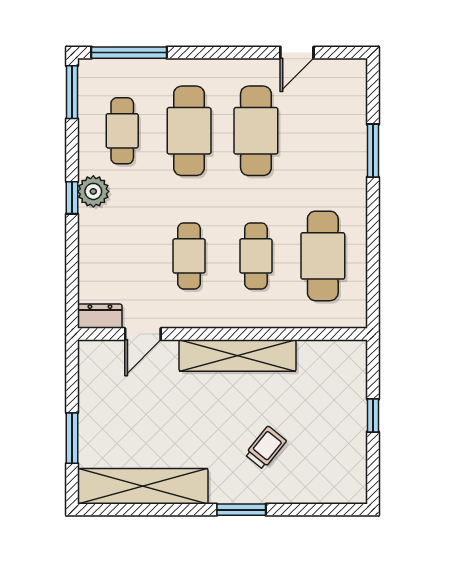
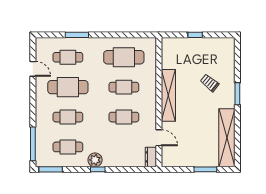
cafe table: (189, 131) -> (68, 117), width x0.73, depth x0.74
cafe table: (323, 131) -> (68, 57), added

